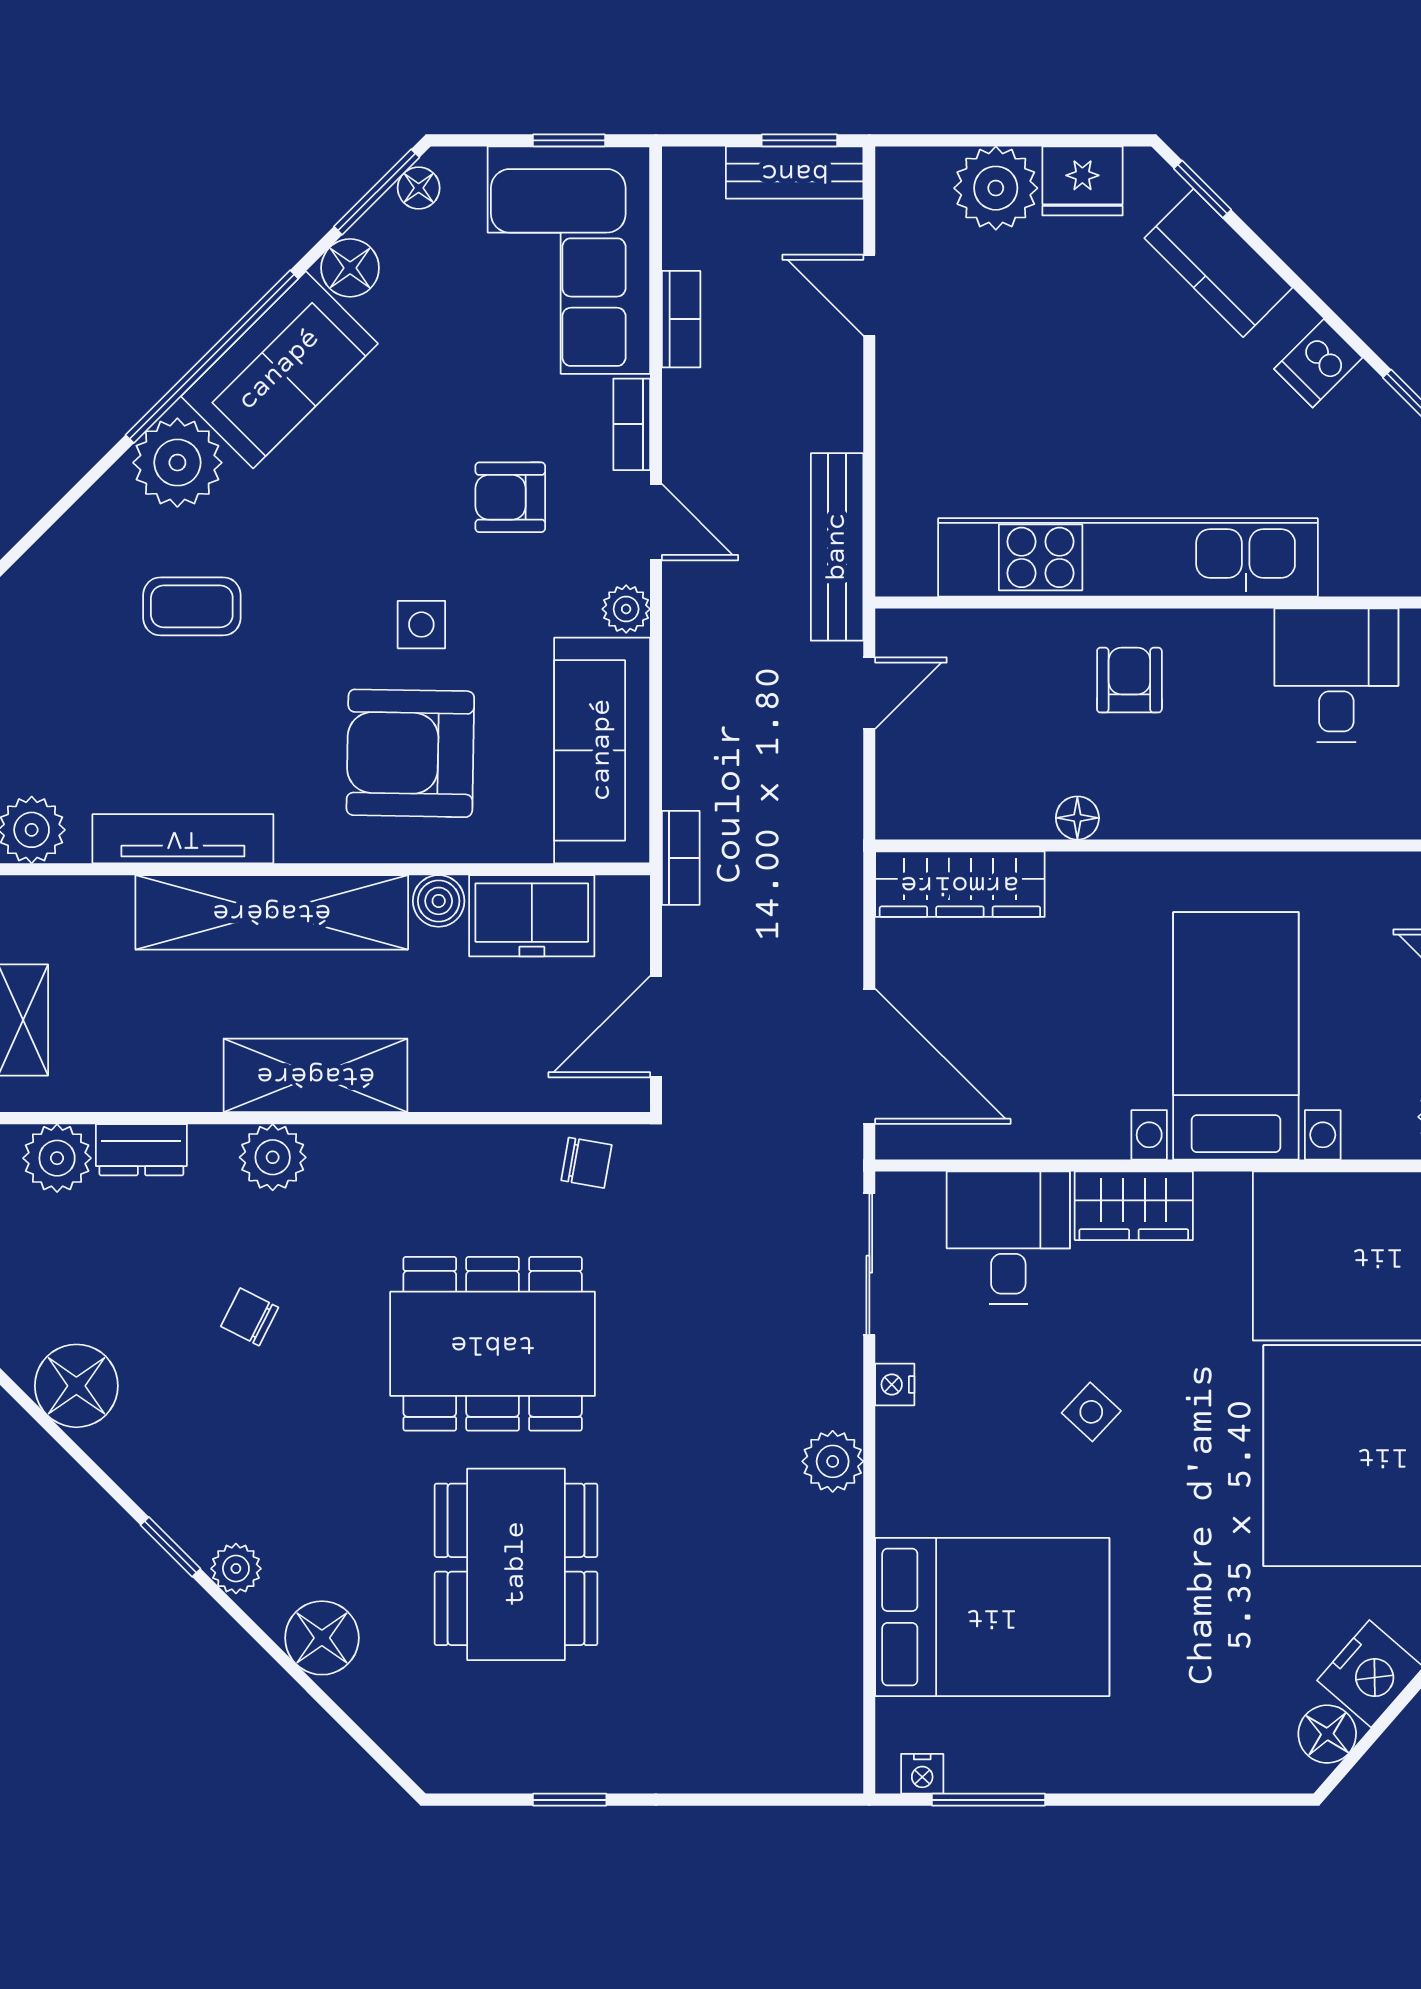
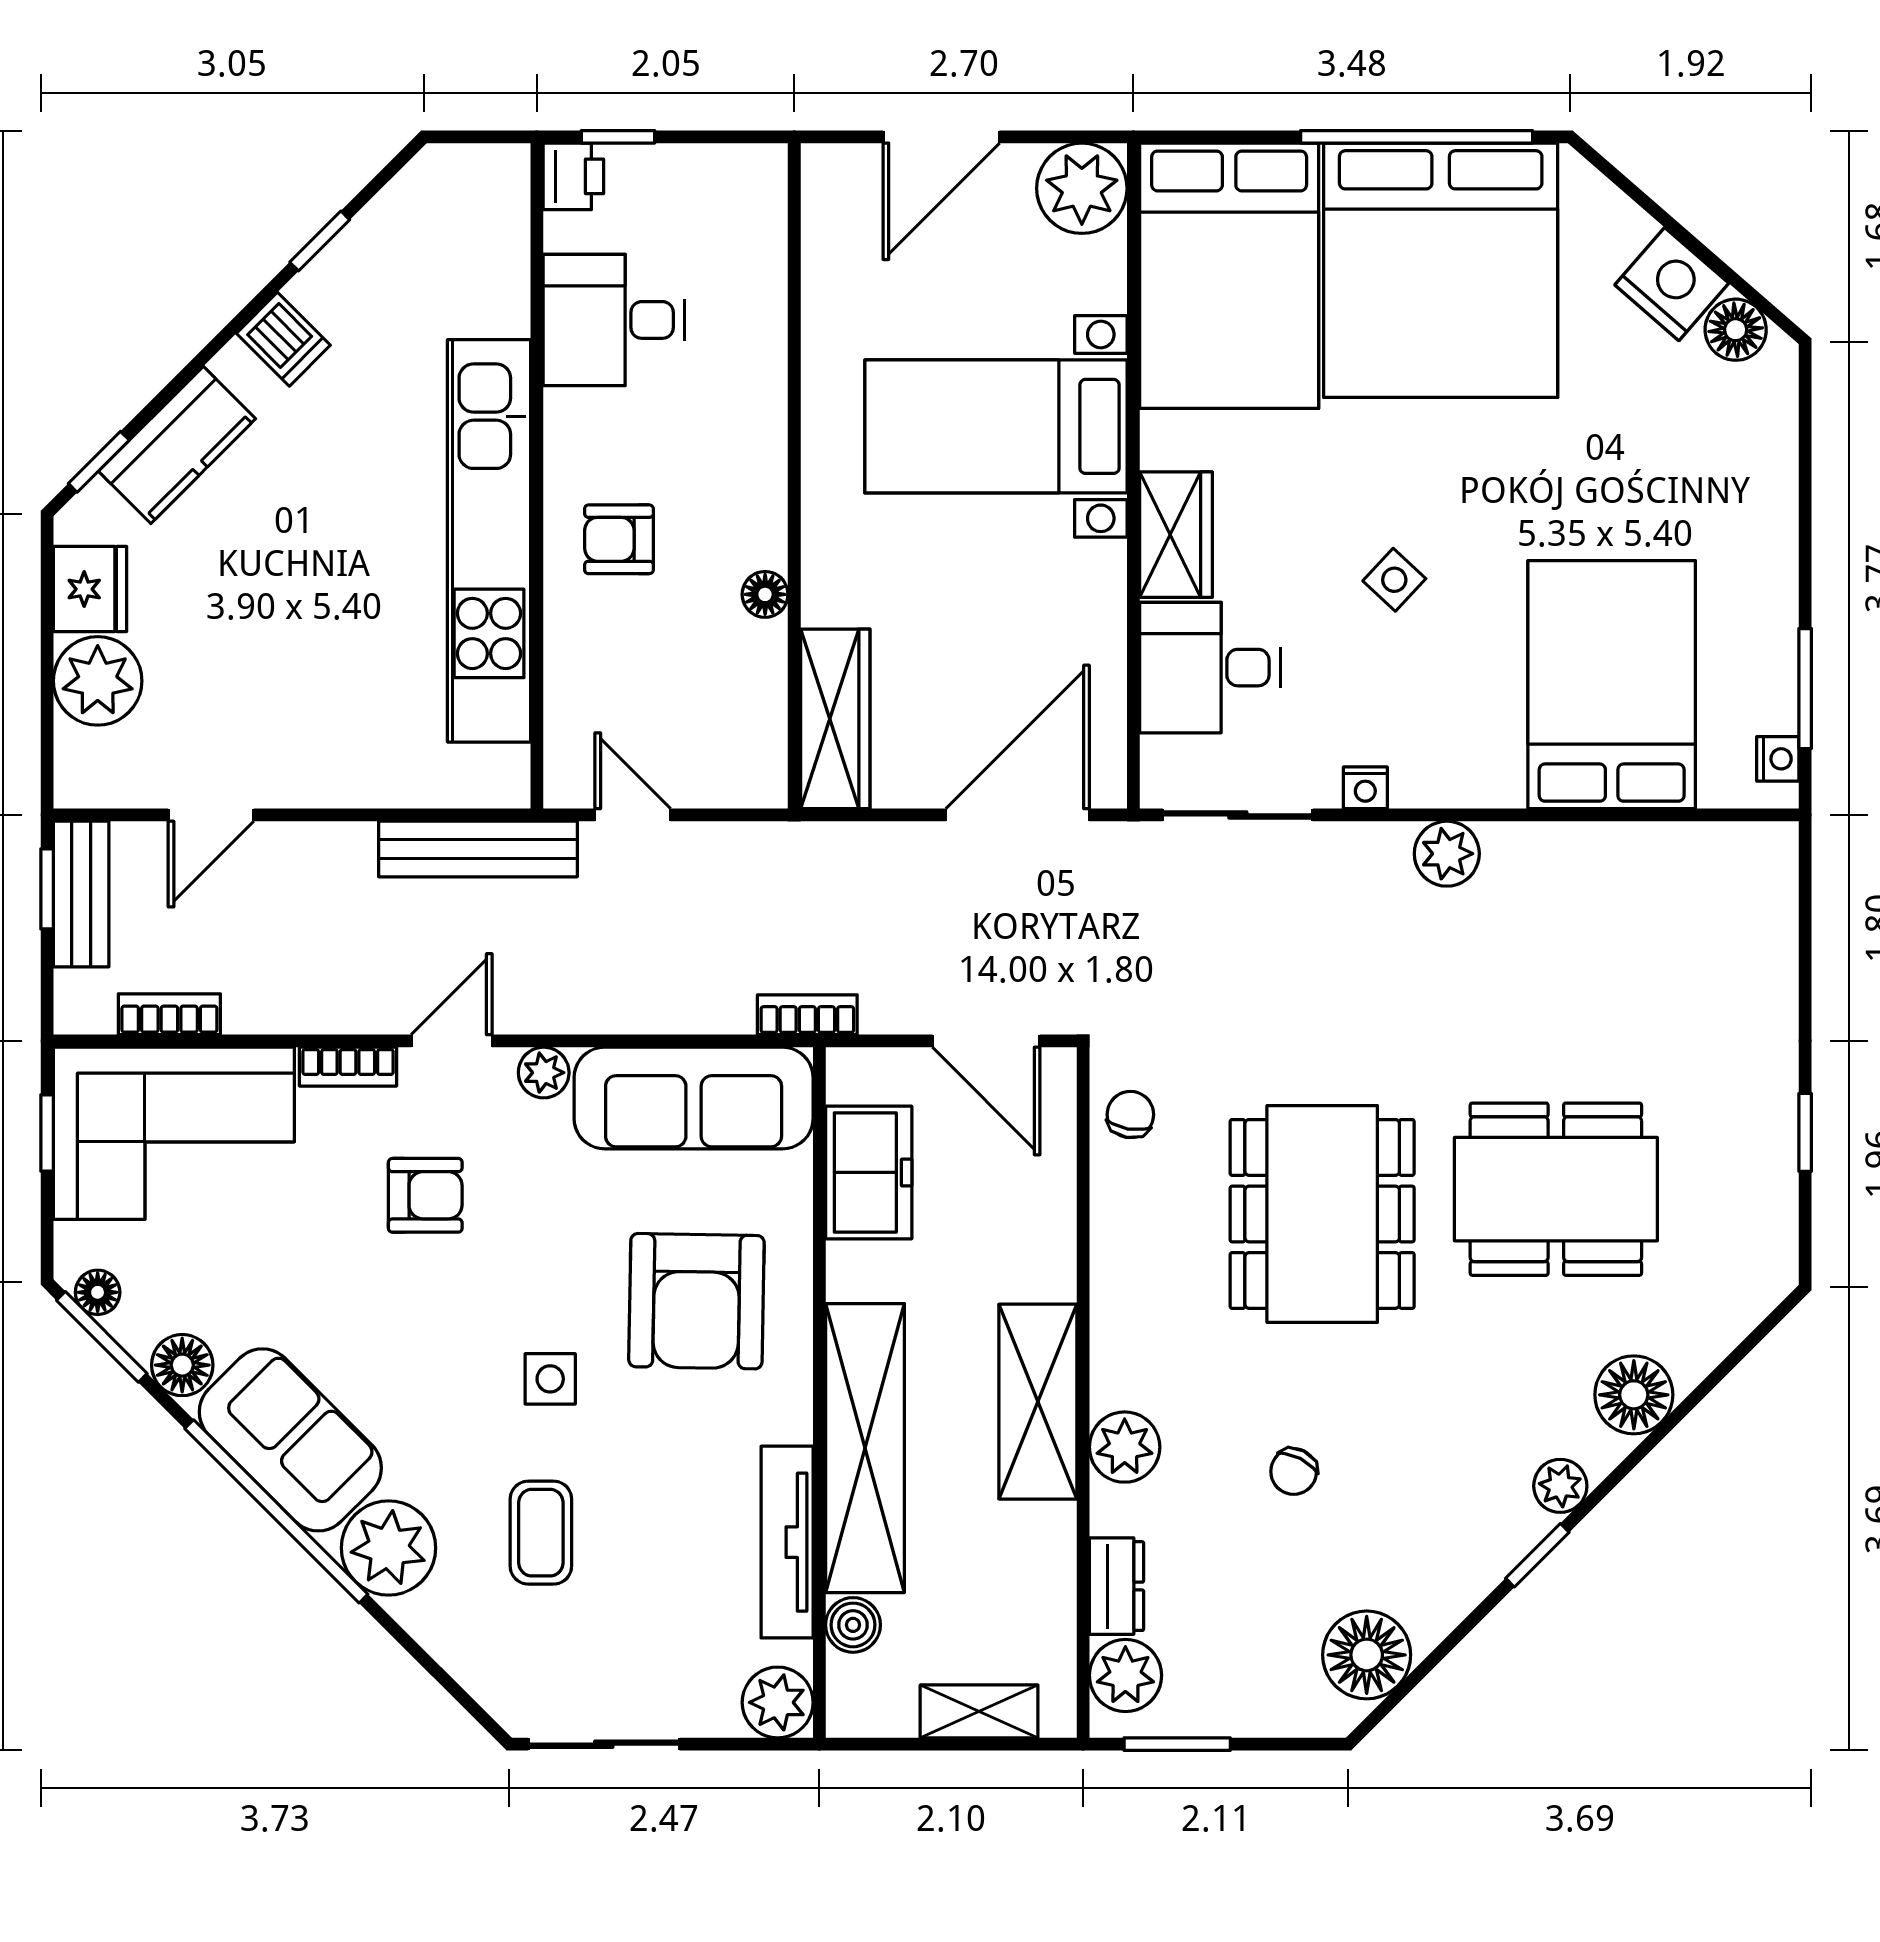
bookcase: (681, 319) -> (169, 1014), moved
armchair: (510, 497) -> (425, 1195), turned -90
side table: (421, 625) -> (550, 1379), moved
boiler: (439, 901) -> (853, 1625), moved

